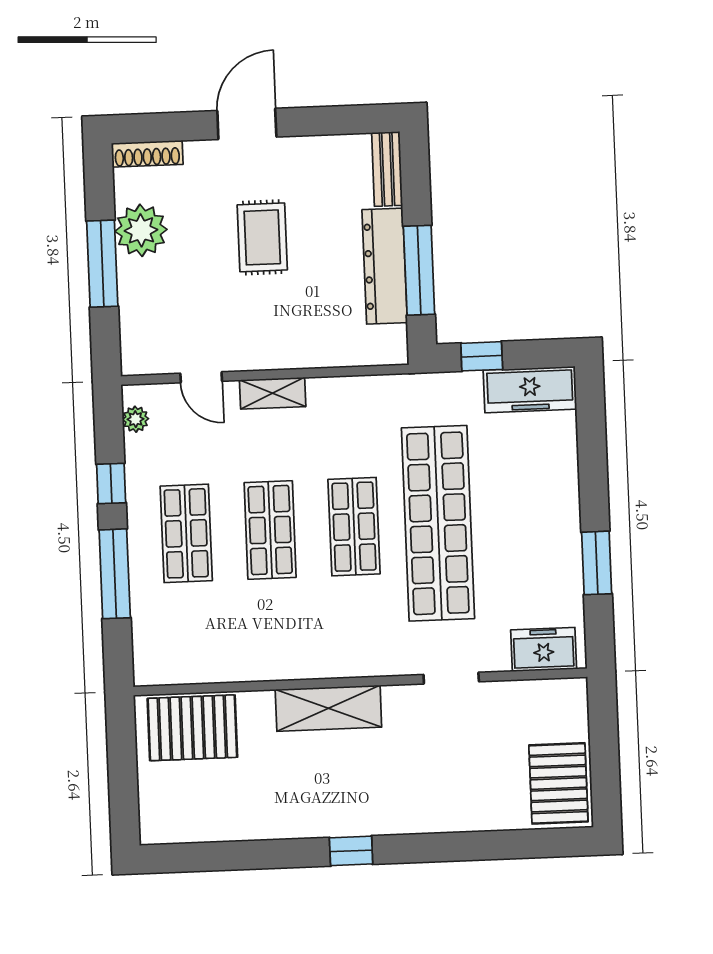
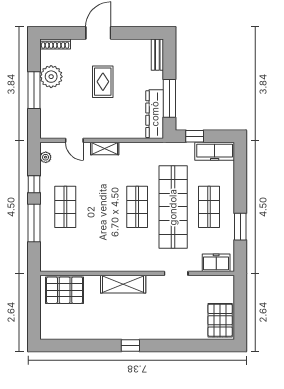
dresser: (385, 266) -> (155, 114), moved
shop shelf: (270, 530) -> (209, 207), moved

